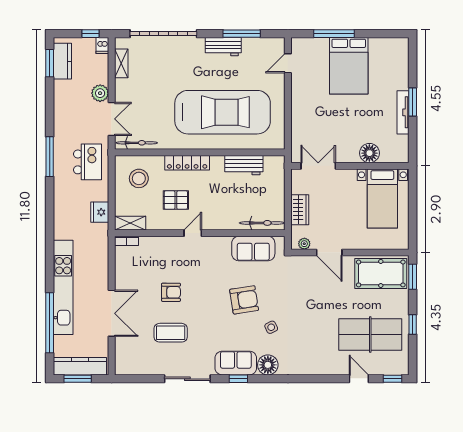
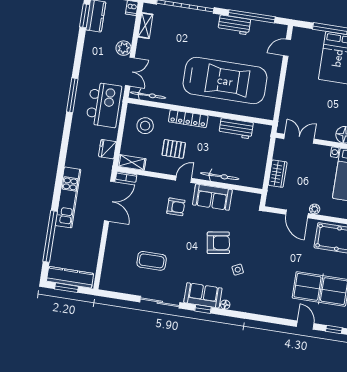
window: (242, 34) -> (252, 16), width x1.46
kitchen island: (88, 162) -> (104, 105), width x1.37, depth x1.28
bicycle: (262, 223) -> (220, 176), moved
plant: (304, 244) -> (315, 209), moved
sofa: (253, 249) -> (212, 197), moved
kitchen unit: (63, 287) -> (68, 197), width x0.73
armchair: (171, 292) -> (176, 207), moved
double door: (112, 313) -> (110, 201), moved
floor lamp: (268, 365) -> (225, 305), width x0.53, depth x0.53

